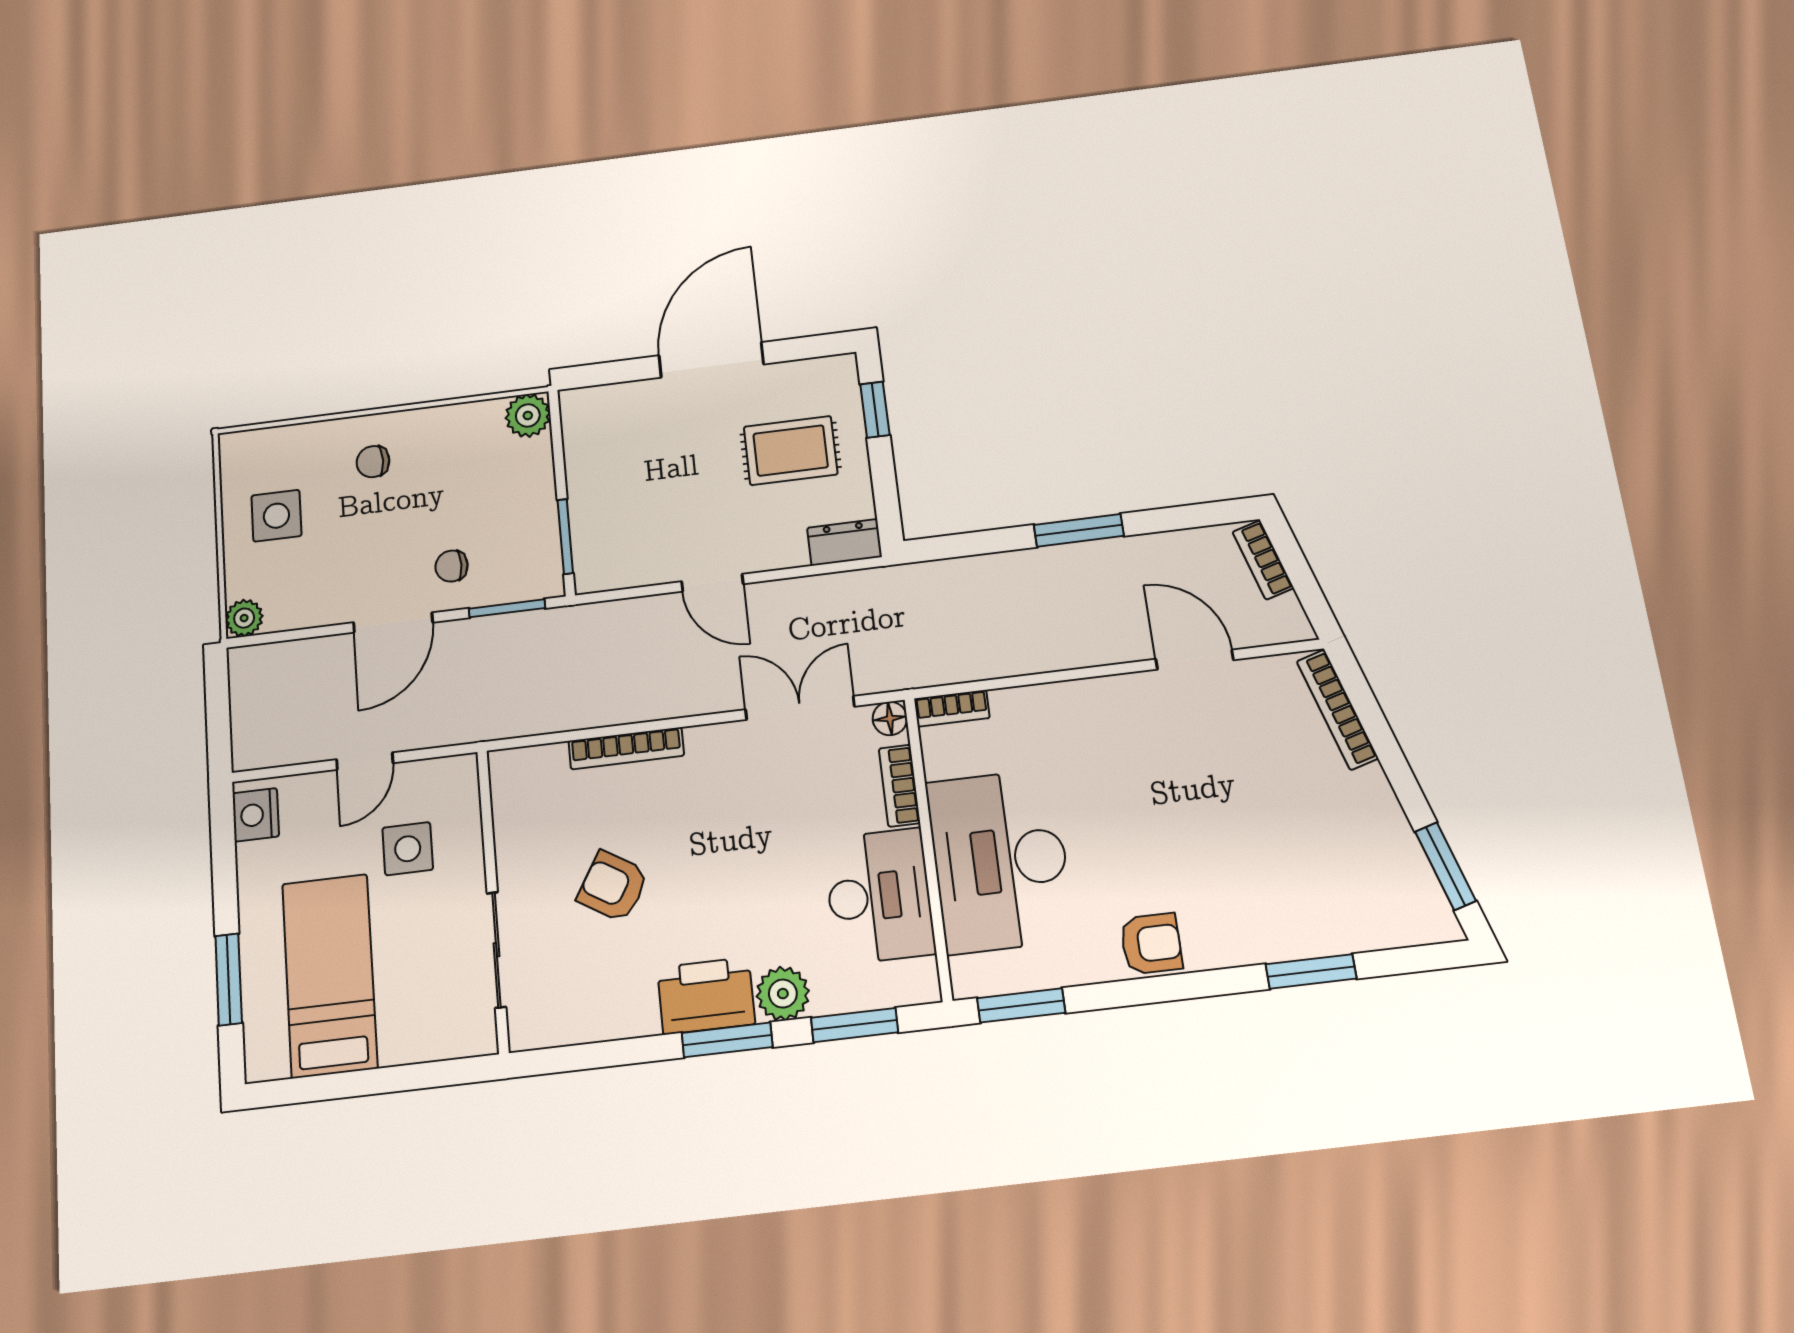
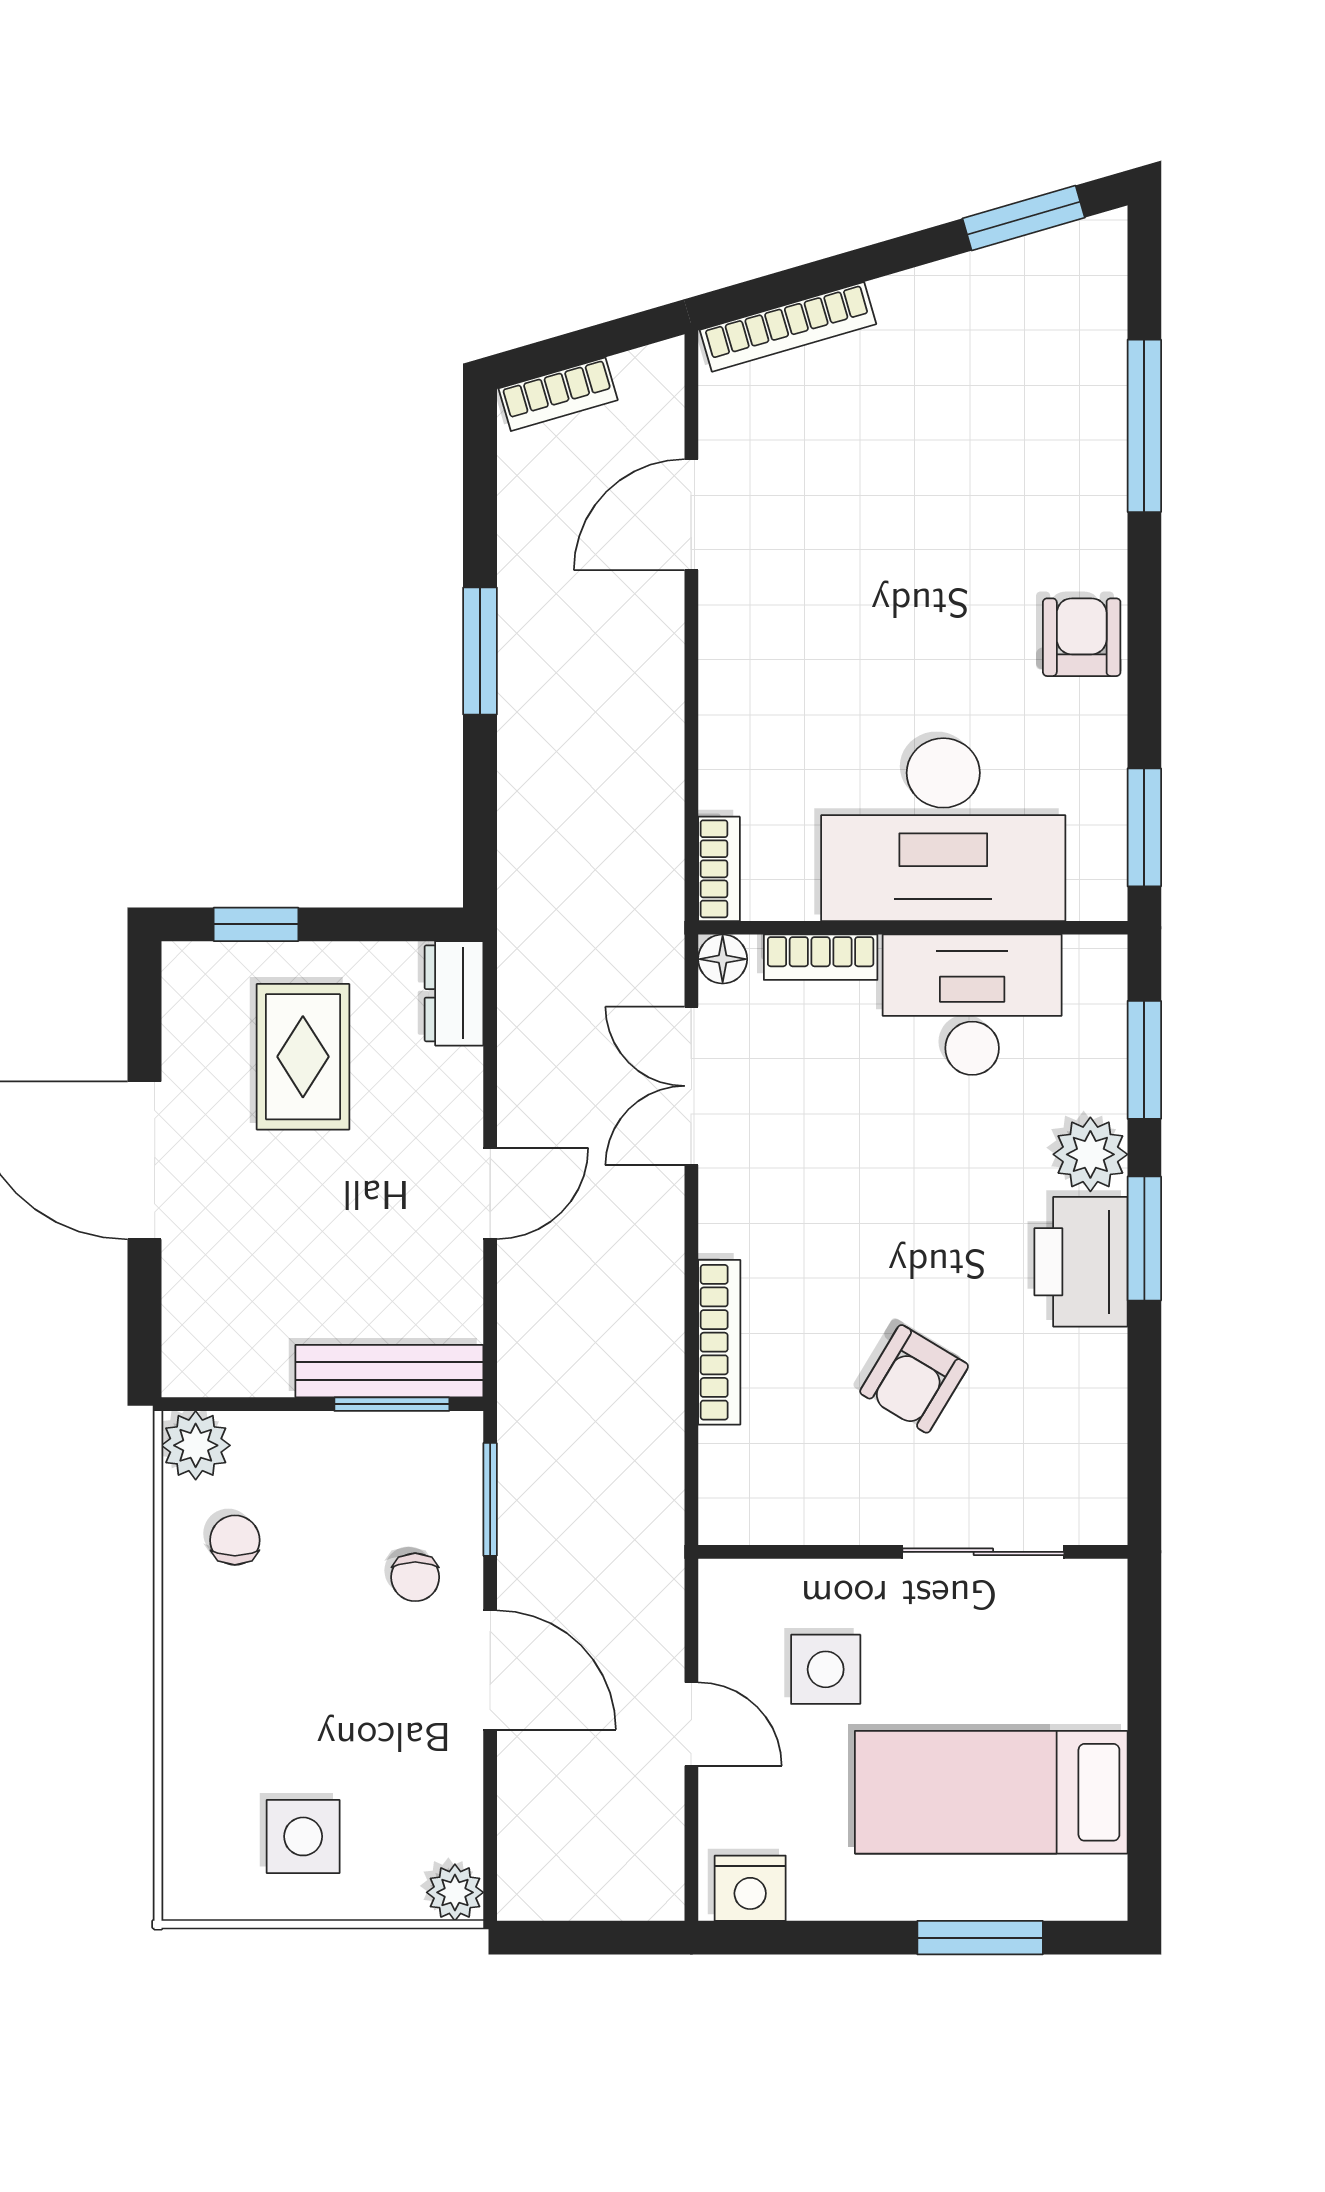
chair: (373, 462) -> (235, 1540), moved, turned 180
bench: (587, 532) -> (389, 1371), added
window: (1311, 971) -> (1144, 426), width x1.44

